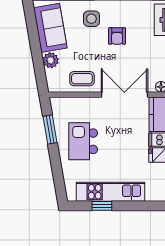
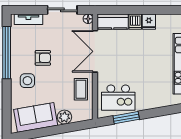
kitchen island: (83, 141) -> (118, 98), moved

